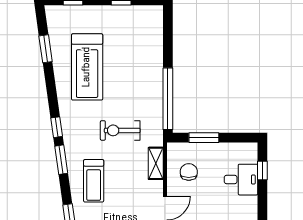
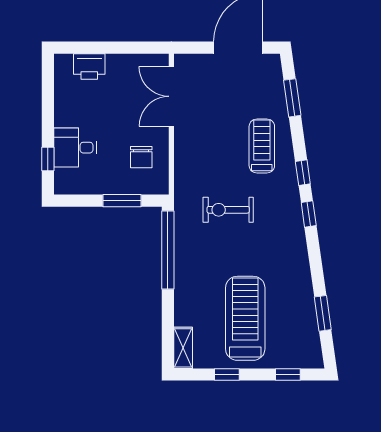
treadmill: (87, 67) -> (245, 318), moved
exercise bike: (120, 130) -> (228, 210), turned 180
window: (61, 160) -> (303, 173), width x0.67
shelving: (156, 163) -> (183, 348), moved

